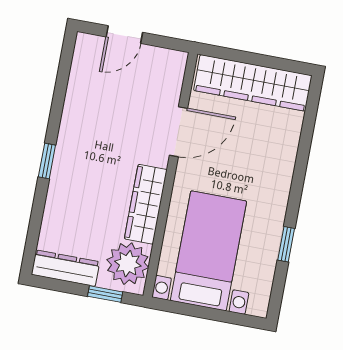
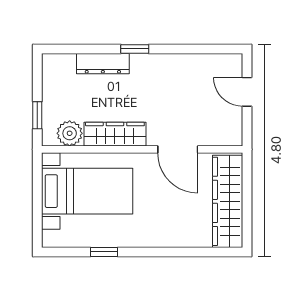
plant: (128, 264) -> (70, 133), width x0.73, depth x0.73
dresser: (66, 268) -> (103, 64), moved, turned 90

